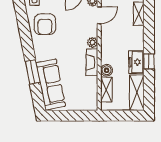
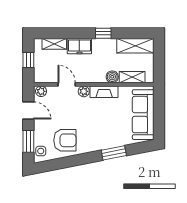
door: (99, 15) -> (67, 84), moved
freezer: (136, 62) -> (79, 46), moved
sofa: (51, 84) -> (143, 115), moved, turned -79

